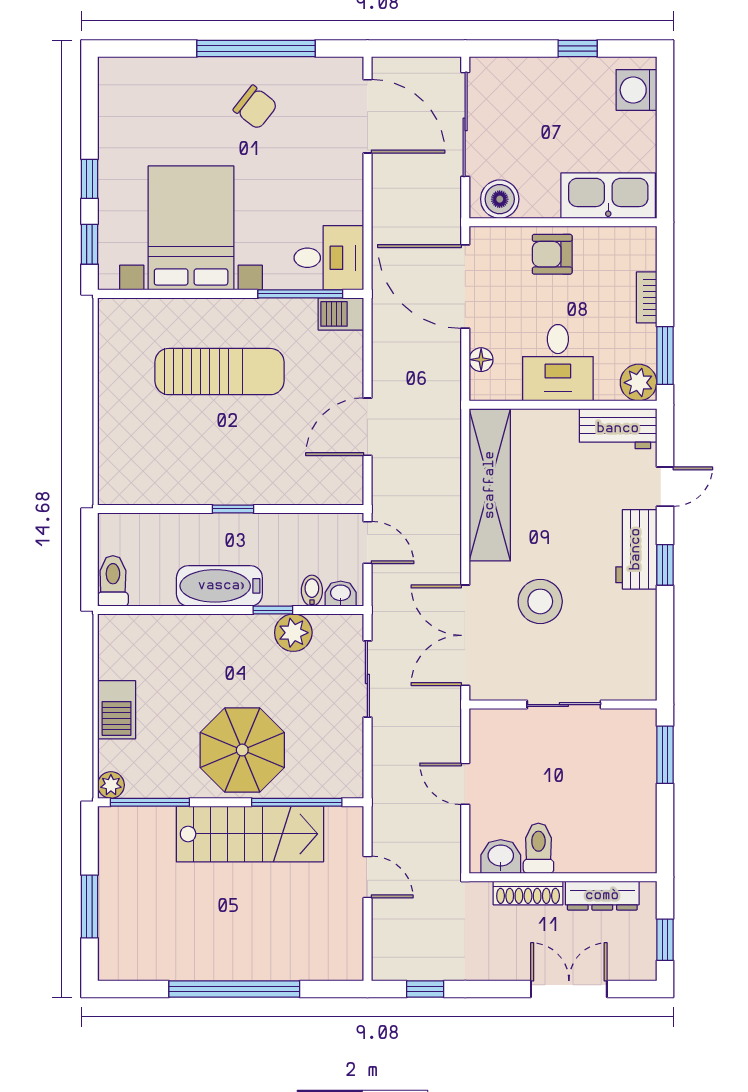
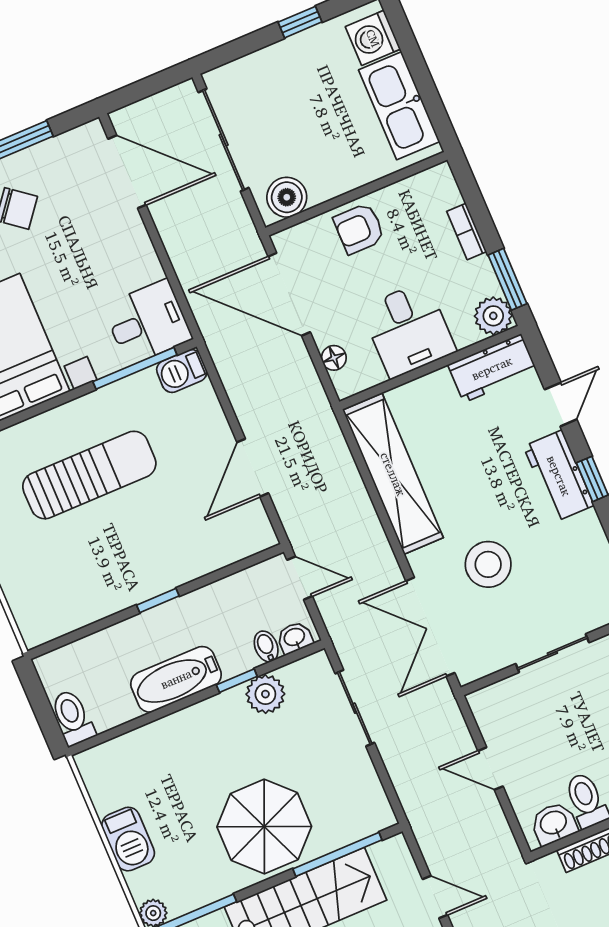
kitchen sink: (608, 196) -> (399, 106), moved, turned -90

